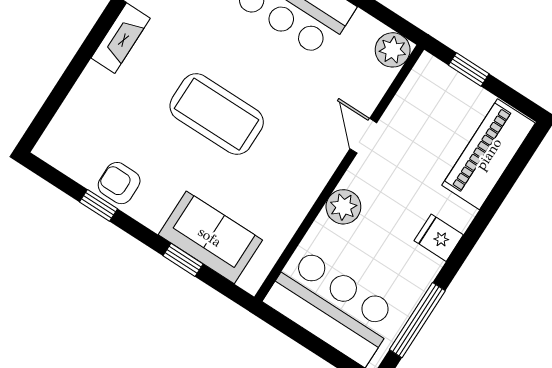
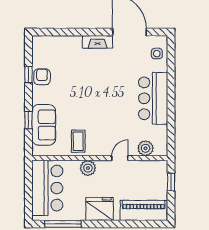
plant: (393, 50) -> (146, 148), moved
coffee table: (217, 114) -> (78, 141), moved, width x0.54, depth x0.58
fridge: (439, 238) -> (100, 209), width x1.88, depth x1.34

